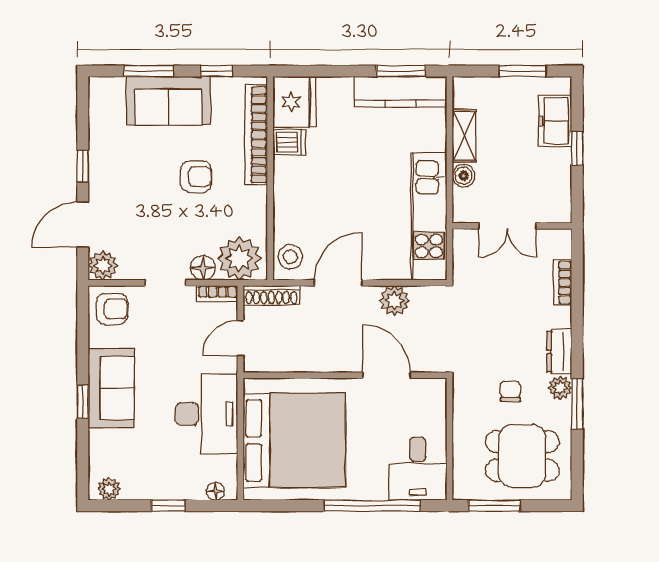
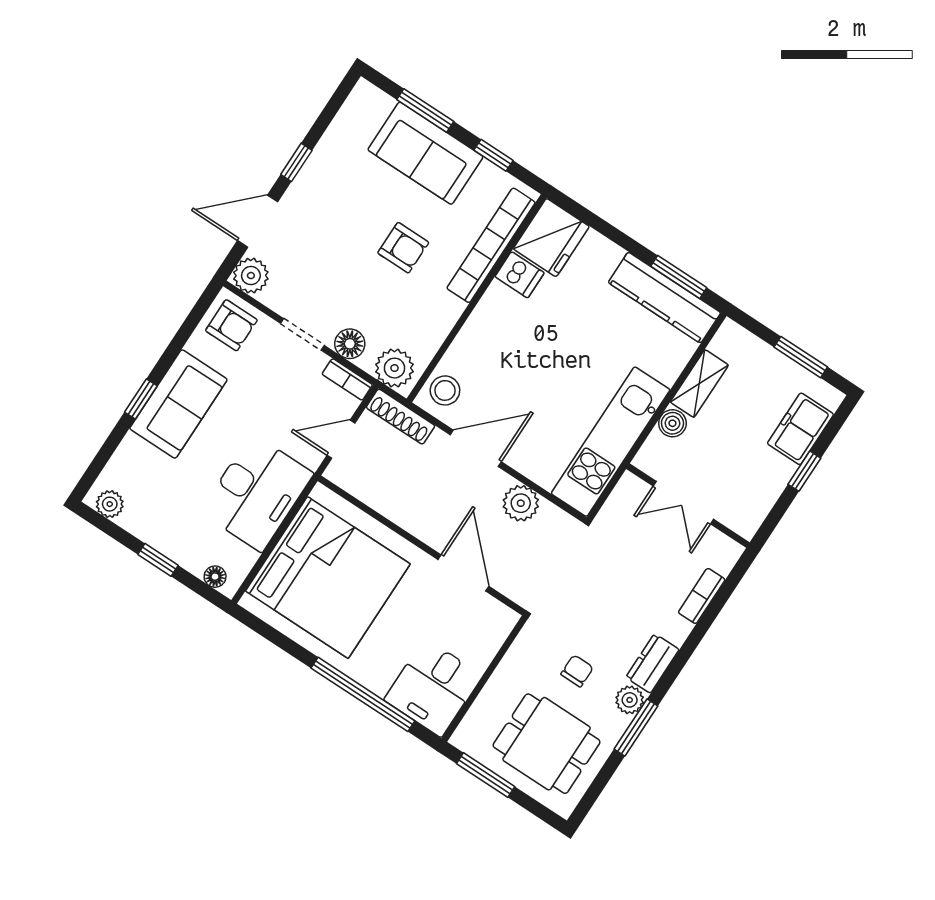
plant: (239, 258) -> (394, 368), width x0.73, depth x0.73

